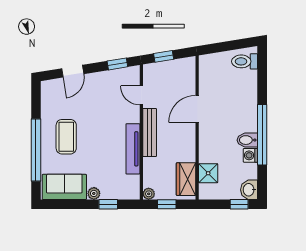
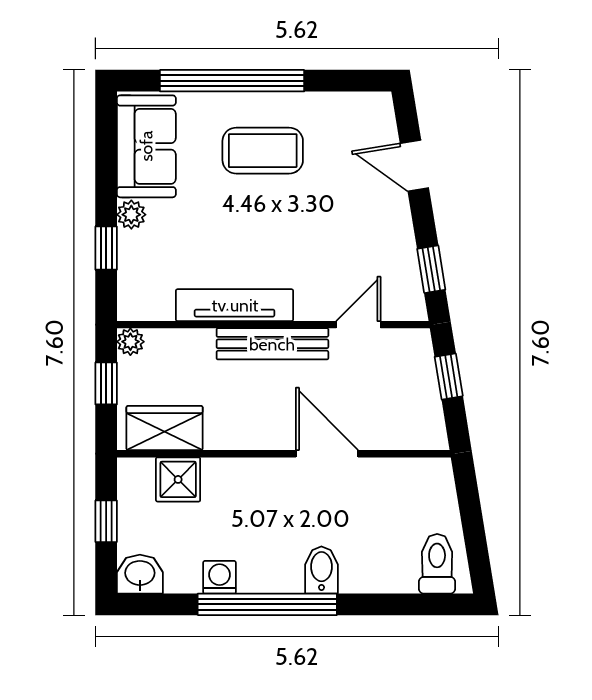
bidet: (247, 140) -> (321, 570), moved
window: (239, 204) -> (106, 521), moved

